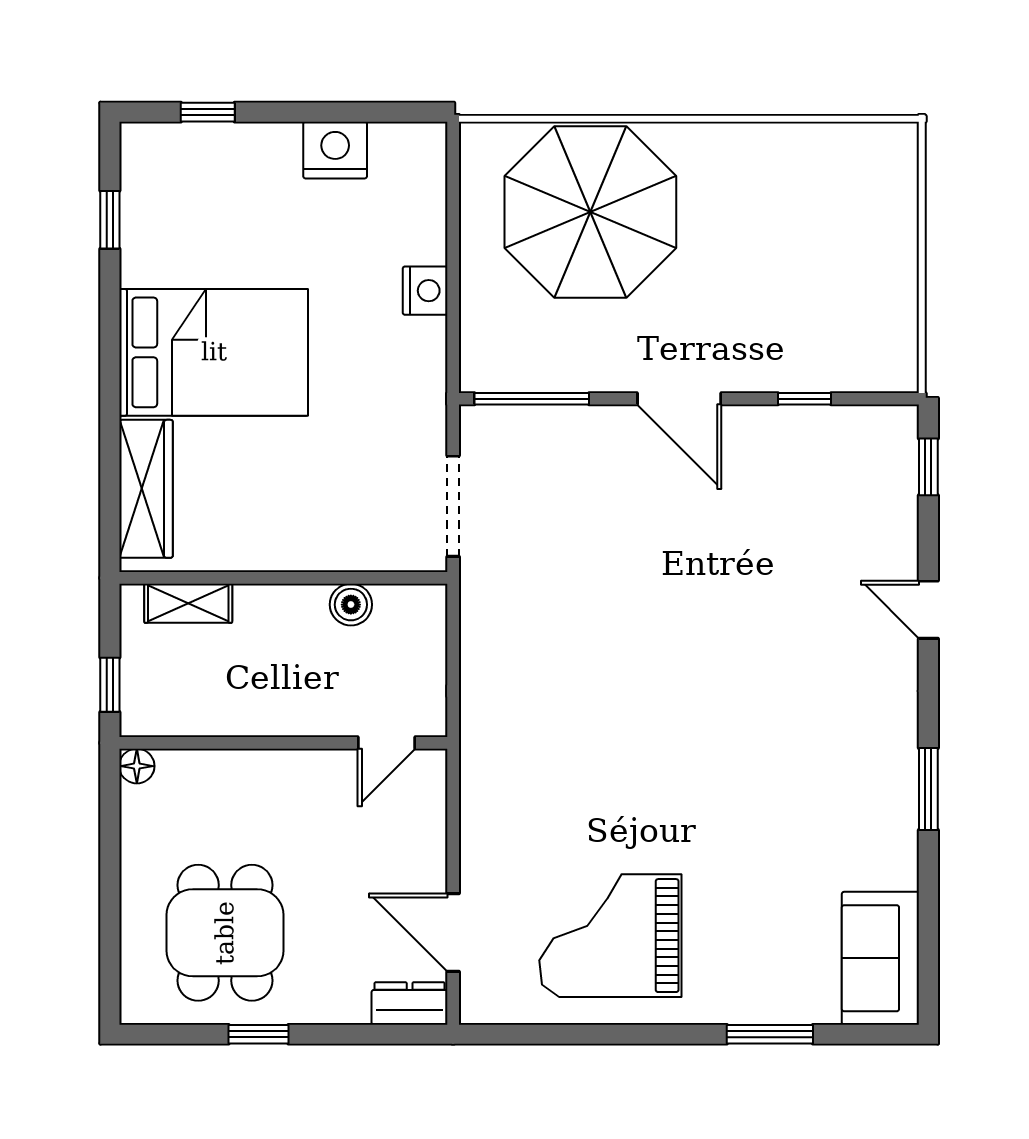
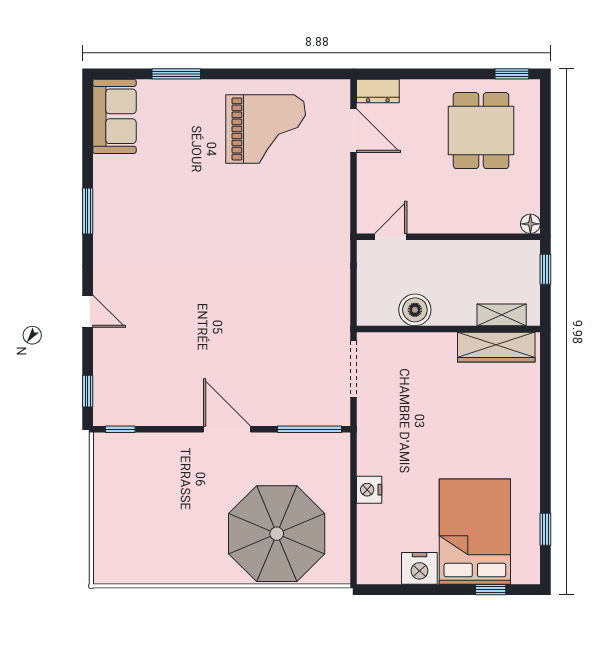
bed: (214, 352) -> (475, 532), moved, turned 90
window: (805, 399) -> (120, 429), moved
wardrobe: (146, 489) -> (496, 347), moved, turned -90
boiler: (351, 605) -> (415, 310), width x1.36, depth x1.36
window: (259, 1034) -> (512, 74), moved

